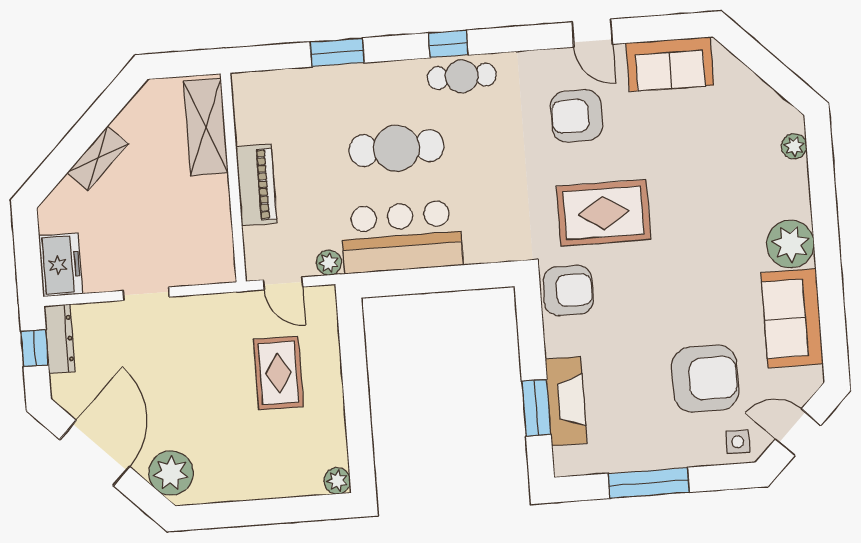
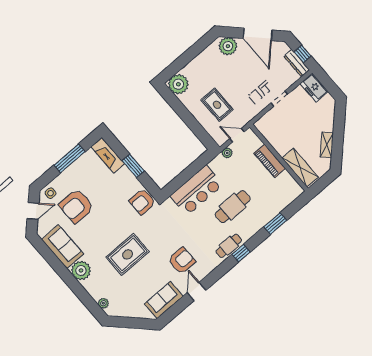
door: (592, 33) -> (197, 291), hinge flipped
shelving: (98, 158) -> (327, 145), moved
rug: (604, 213) -> (128, 254), moved
bar counter: (402, 237) -> (197, 190), moved
fireplace: (566, 401) -> (108, 155), moved
window: (536, 408) -> (133, 166), moved
plant: (337, 481) -> (178, 84), width x1.88, depth x1.88

